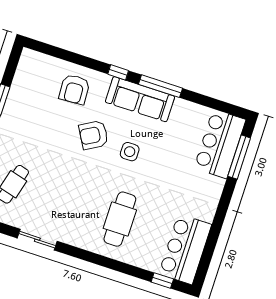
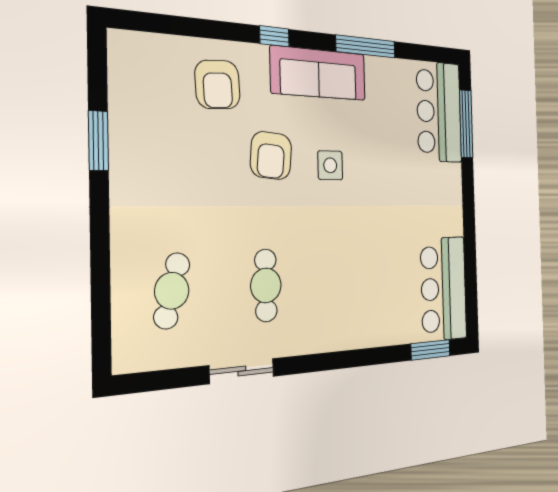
window: (160, 86) -> (366, 46), moved
armchair: (94, 135) -> (271, 156), turned -55
cafe table: (120, 219) -> (266, 285), moved, width x0.73, depth x0.74
window: (162, 281) -> (430, 350), width x1.50

